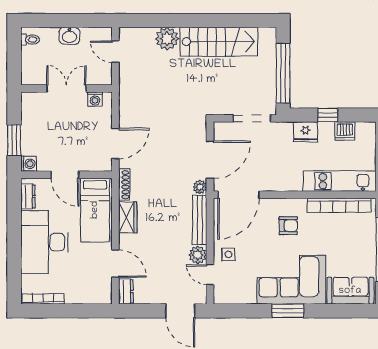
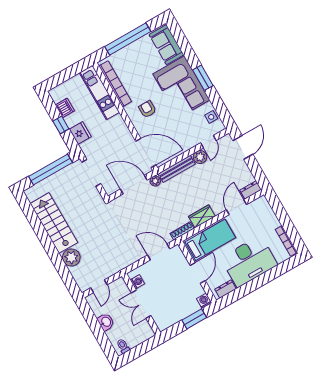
side table: (228, 254) -> (211, 117), moved

